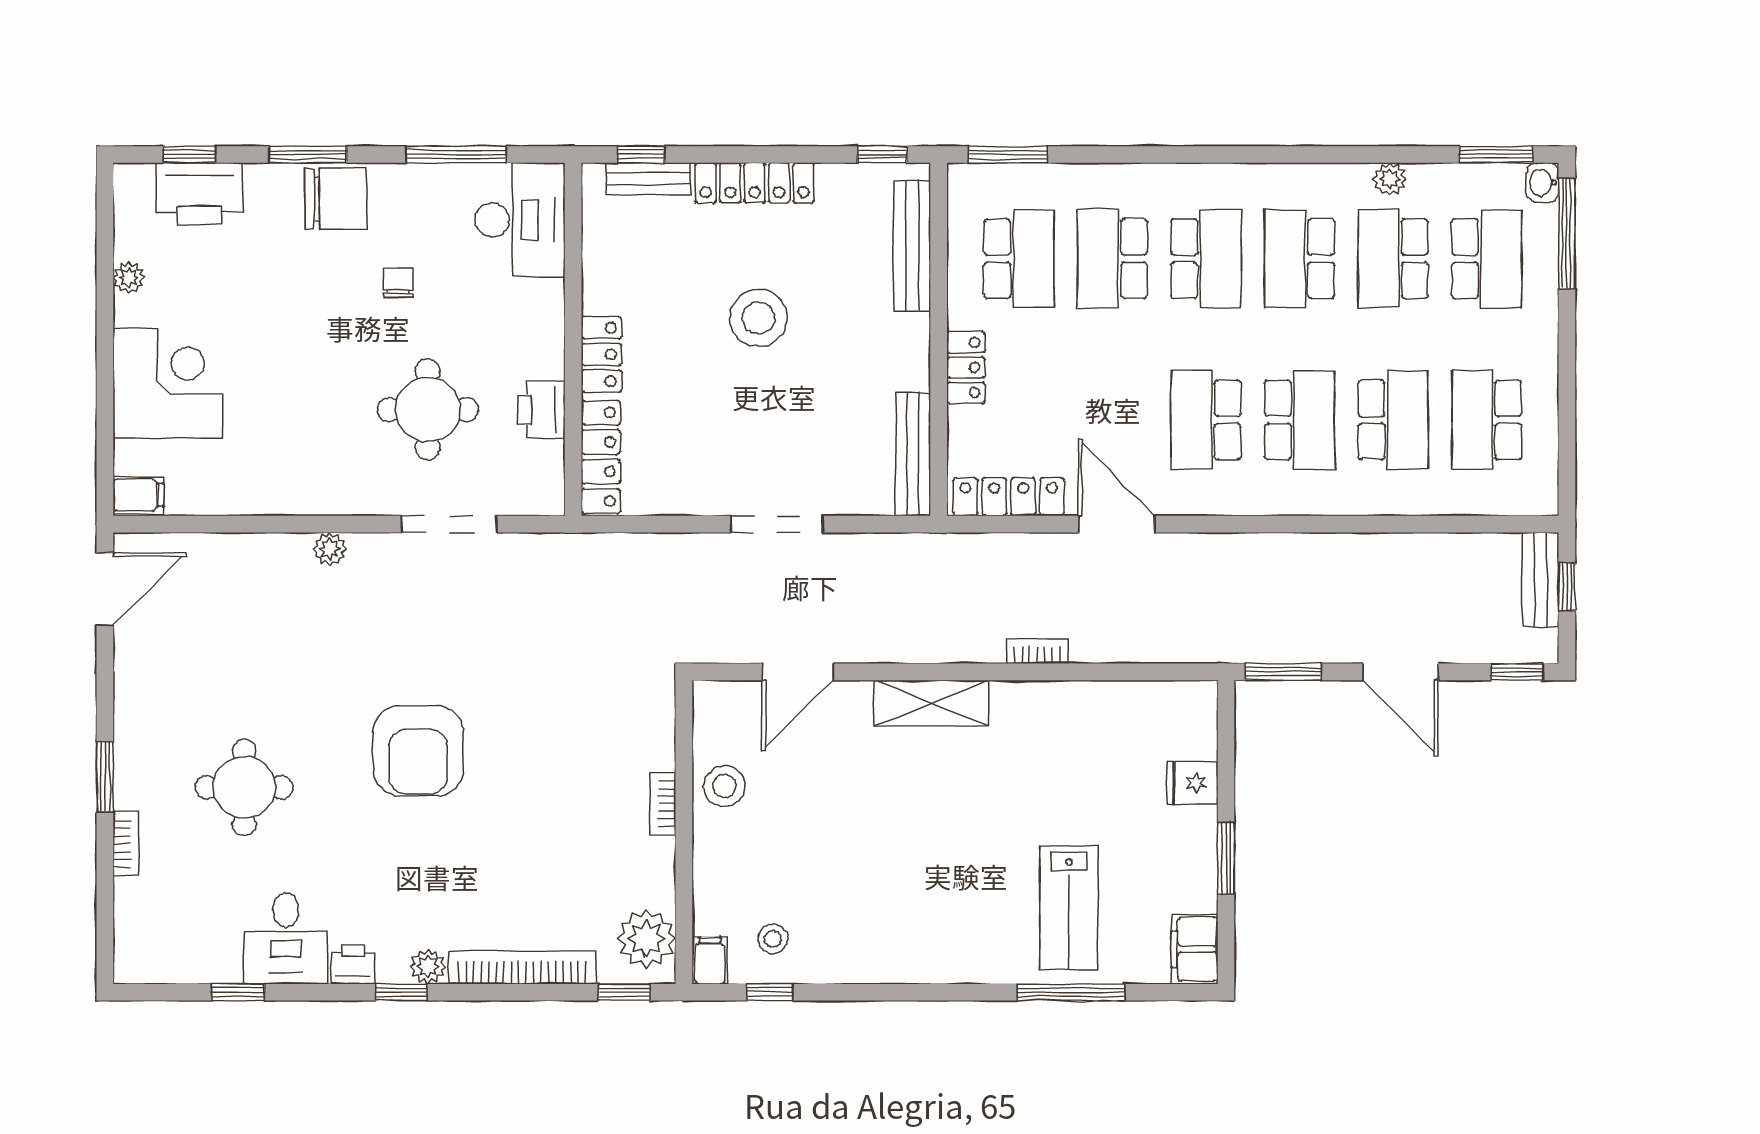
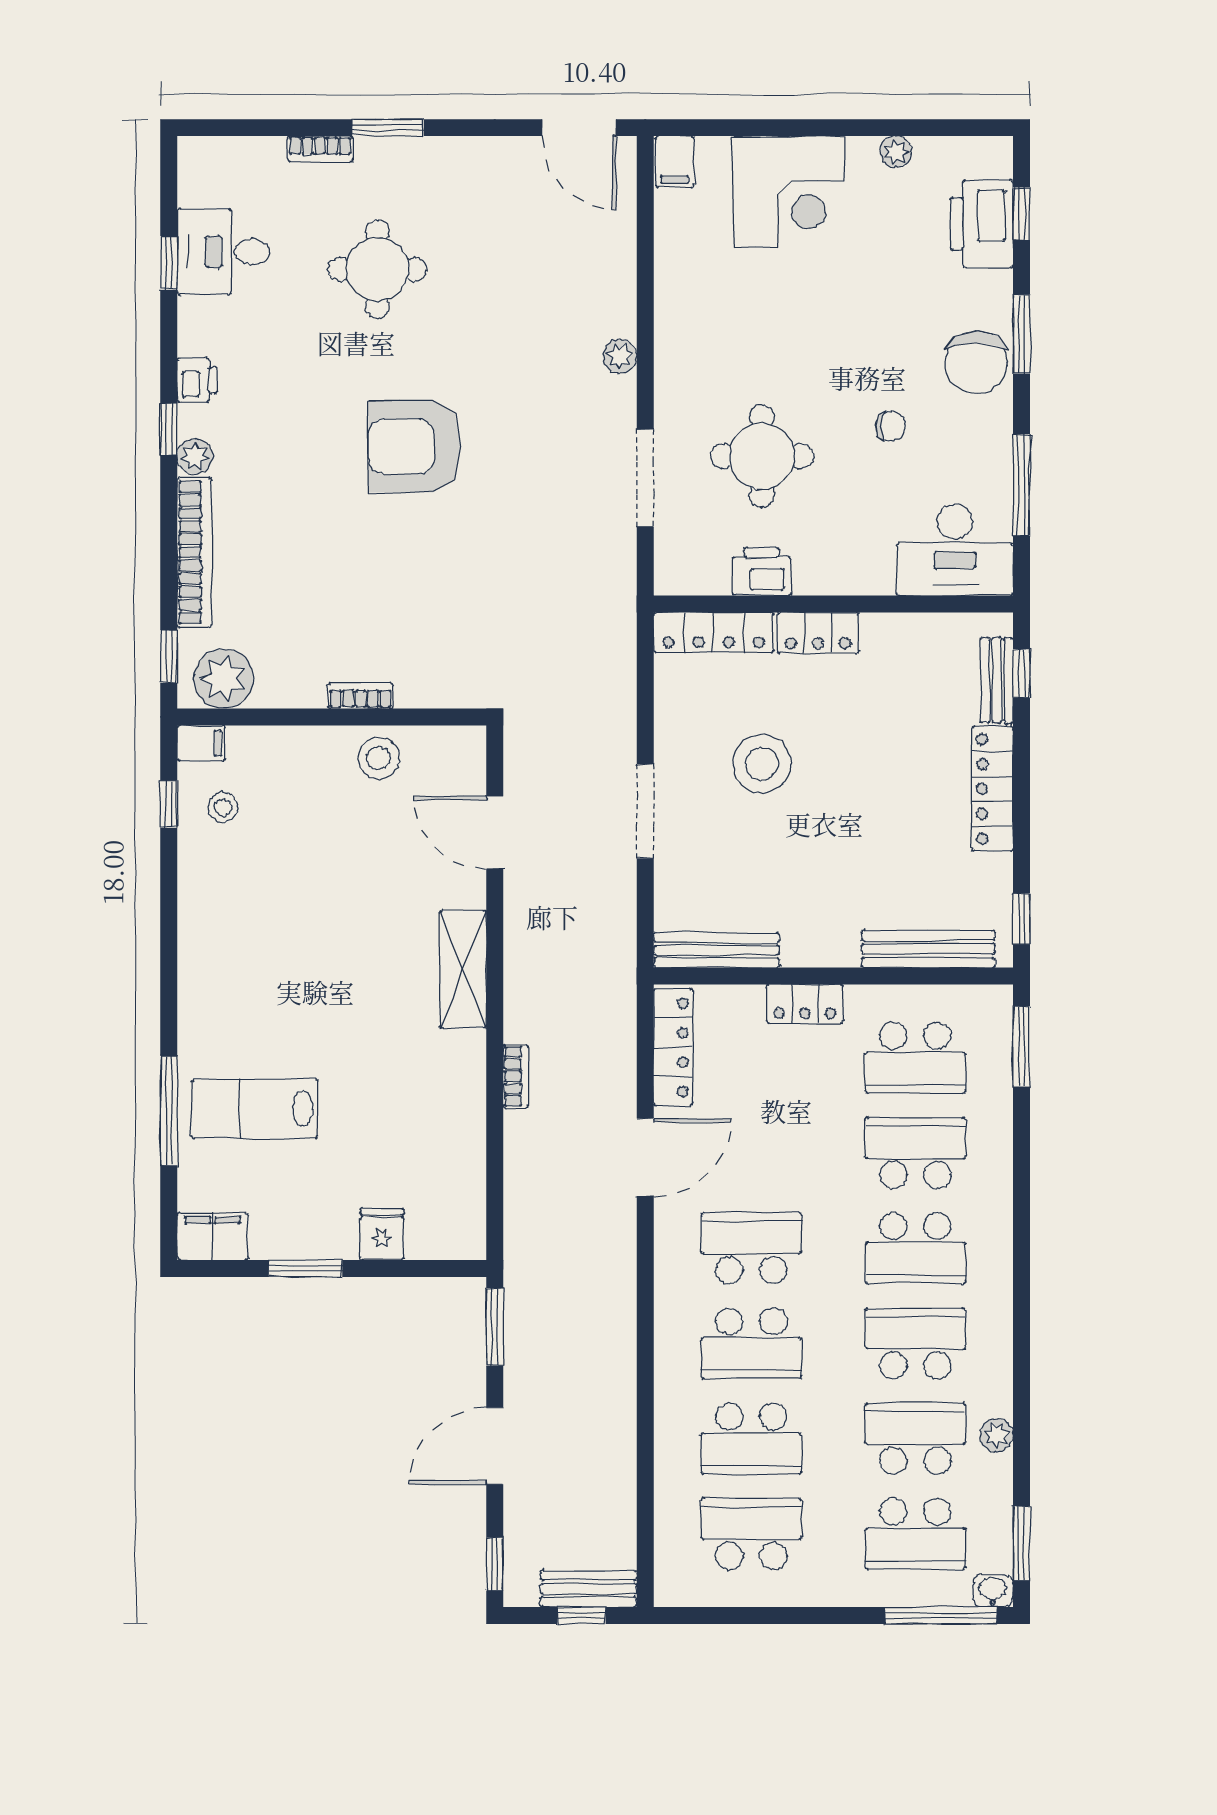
stool: (758, 318) -> (762, 764), moved
desk: (286, 938) -> (224, 252), moved

